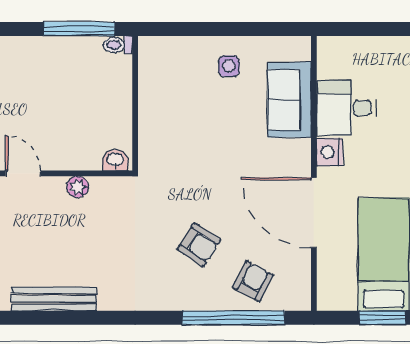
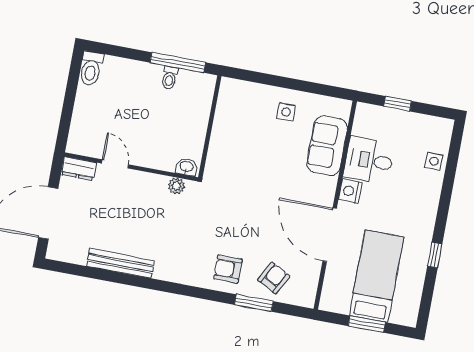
window: (369, 29) -> (398, 104), added
toilet: (118, 45) -> (169, 78), moved, turned -90
plant: (77, 187) -> (176, 186), moved
armchair: (199, 245) -> (228, 269), moved, turned 147
window: (233, 318) -> (254, 303), width x0.47

